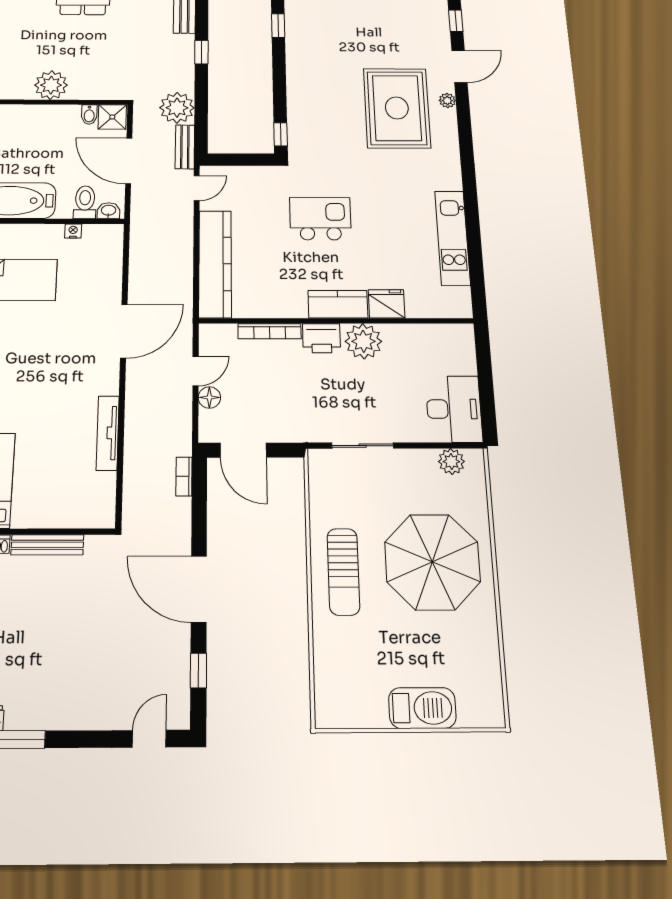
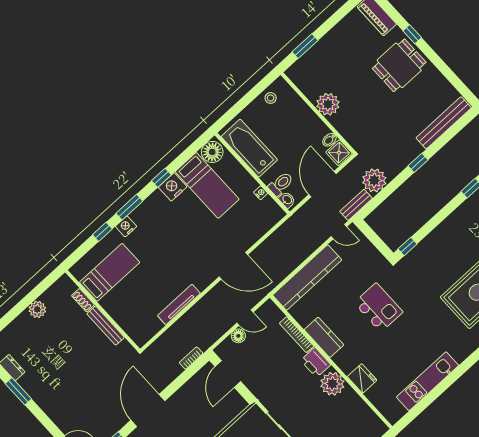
kitchen counter: (338, 304) -> (324, 337), moved

